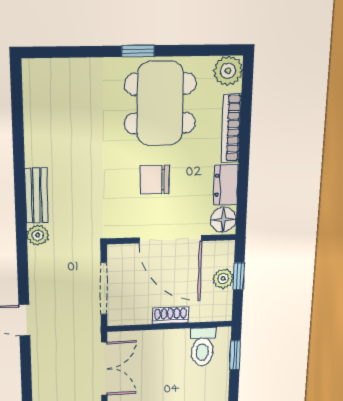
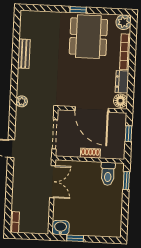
chair: (154, 180) -> (84, 76), removed
bench: (37, 196) -> (24, 54), moved
plant: (223, 279) -> (120, 134), removed

